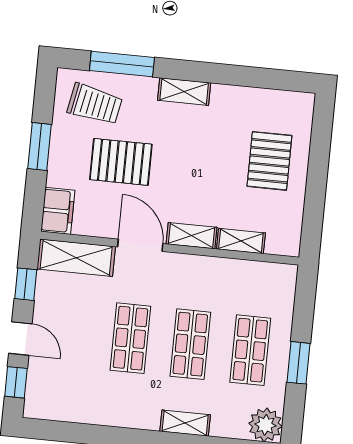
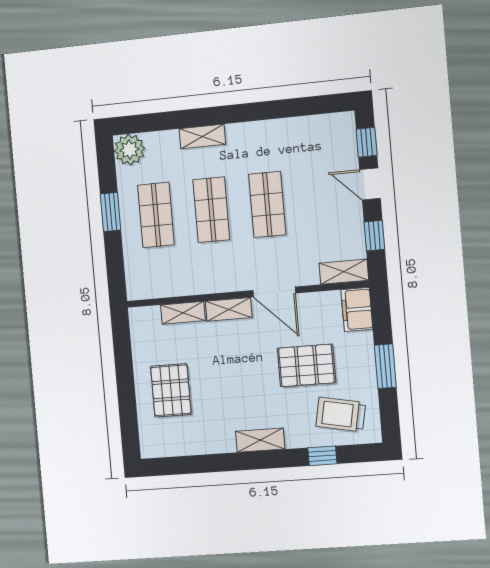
window: (122, 64) -> (322, 456), width x0.46
shelving: (76, 258) -> (344, 272), width x0.67, depth x0.75

